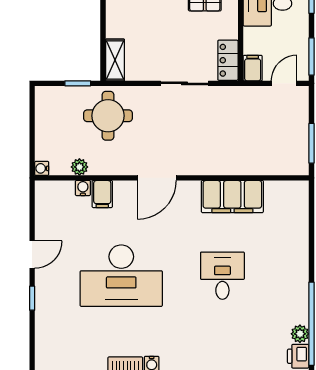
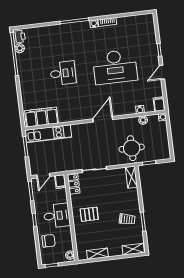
kitchen unit: (265, 163) -> (48, 134), added
filing cabinet: (102, 194) -> (159, 104), moved
filing cabinet: (232, 197) -> (41, 117), moved
desk: (121, 276) -> (115, 67), turned 180
desk: (222, 276) -> (63, 73), turned -90

